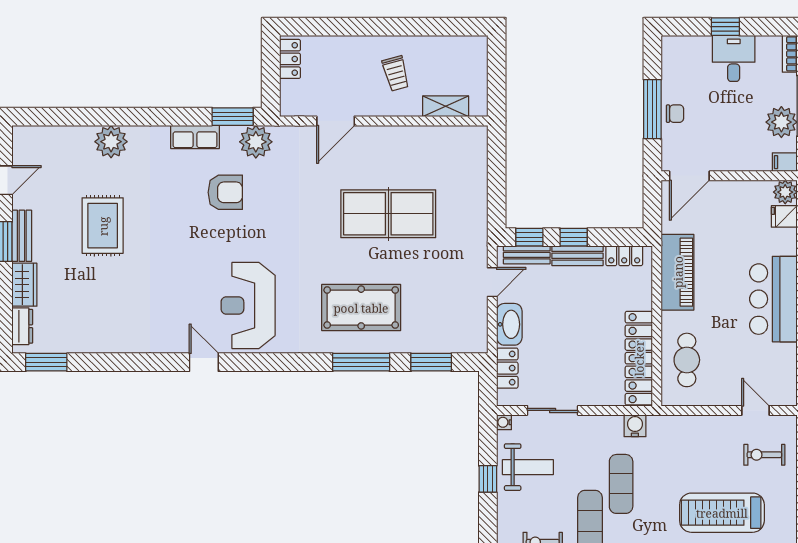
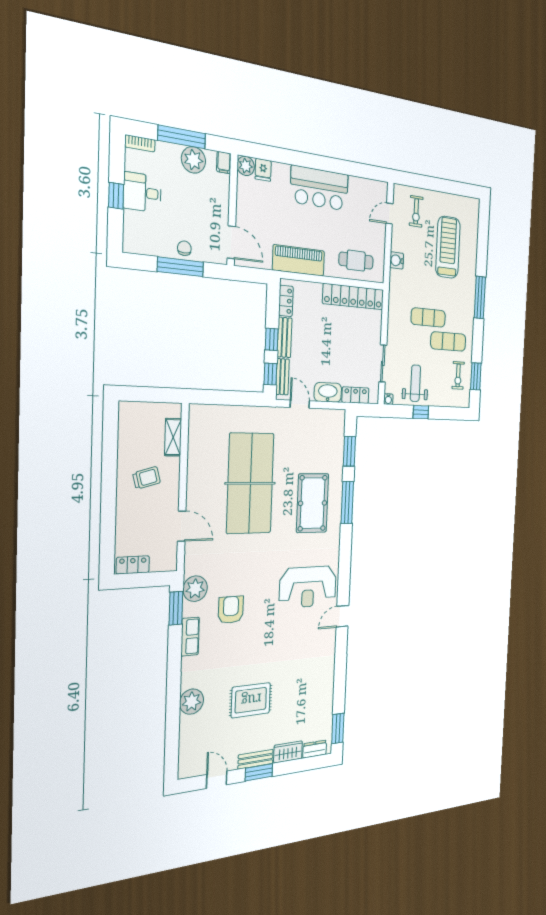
table tennis table: (388, 214) -> (250, 483), width x1.36, depth x1.32
water cooler: (635, 426) -> (397, 260), moved
treadmill: (722, 513) -> (448, 247), turned 180

